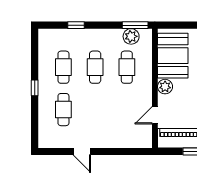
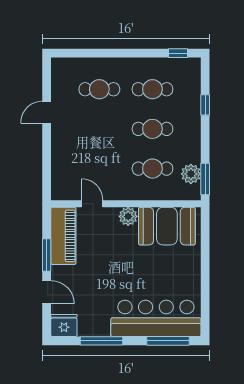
window: (35, 88) -> (178, 53), moved

